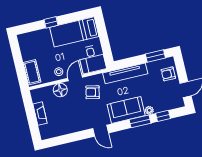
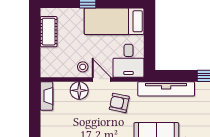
cot: (32, 72) -> (49, 32), moved
door: (75, 78) -> (102, 79), hinge flipped
fireplace: (40, 114) -> (47, 96), moved

